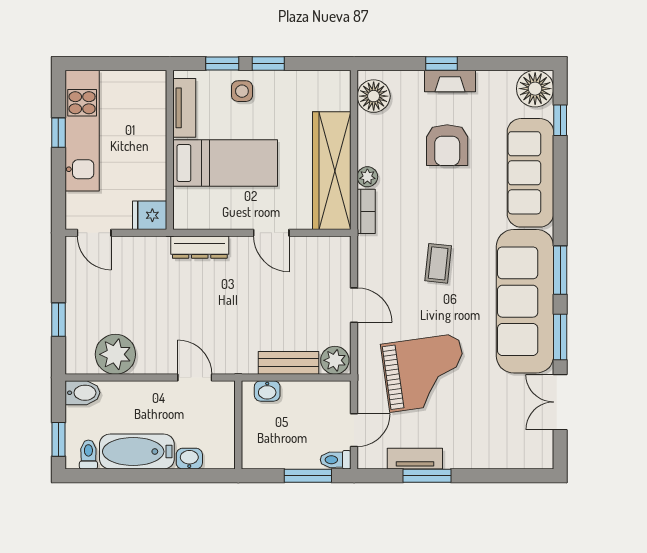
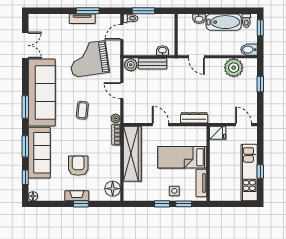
floor lamp: (535, 89) -> (33, 196), width x0.53, depth x0.53
plant: (367, 177) -> (116, 118), moved
window: (560, 337) -> (25, 146), moved
tv unit: (415, 459) -> (82, 19), moved

